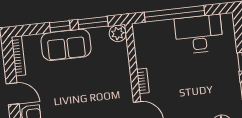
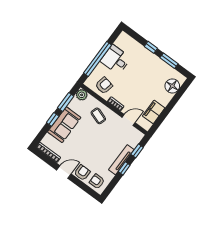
desk: (199, 34) -> (116, 60), width x0.73
armchair: (151, 49) -> (104, 85), added
coffee table: (111, 74) -> (98, 116), added

